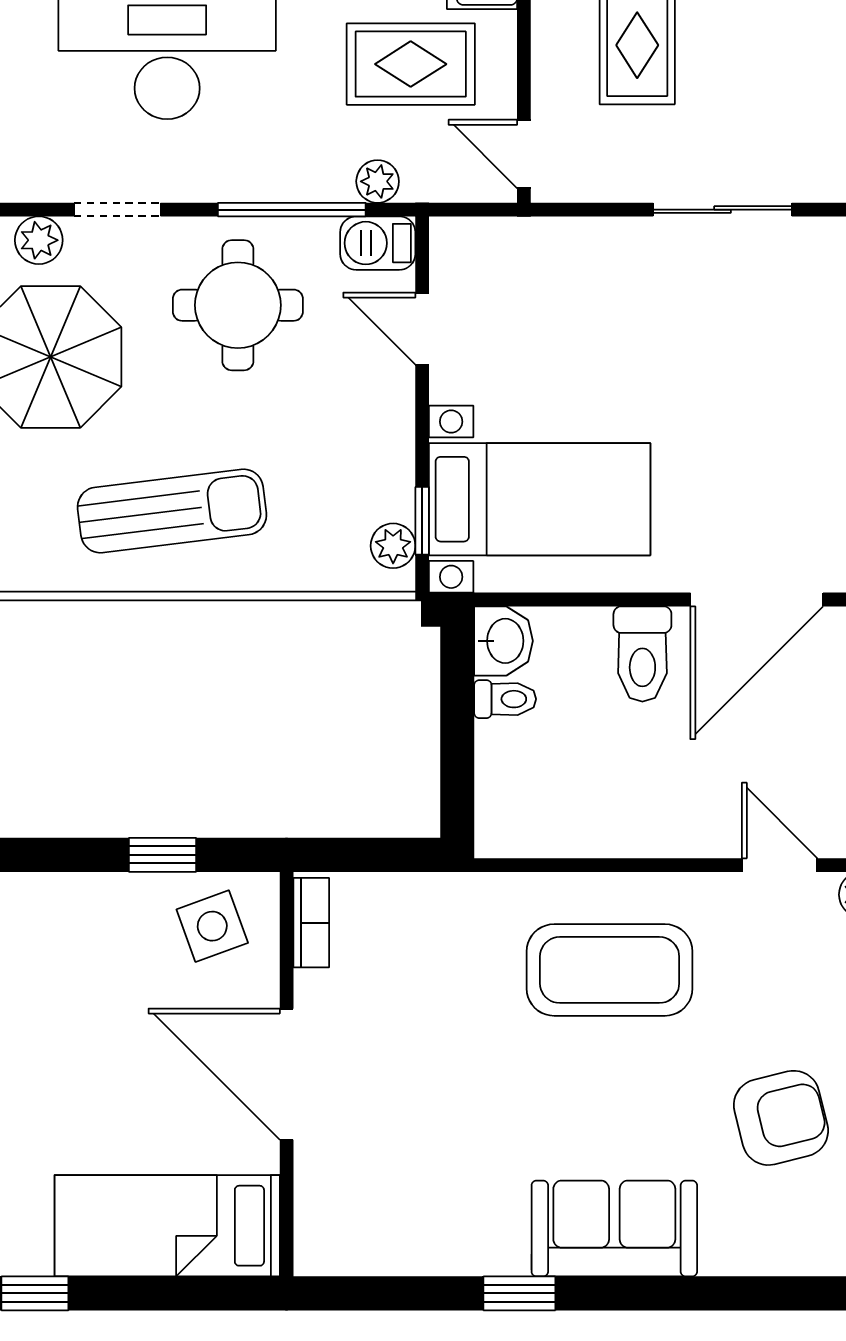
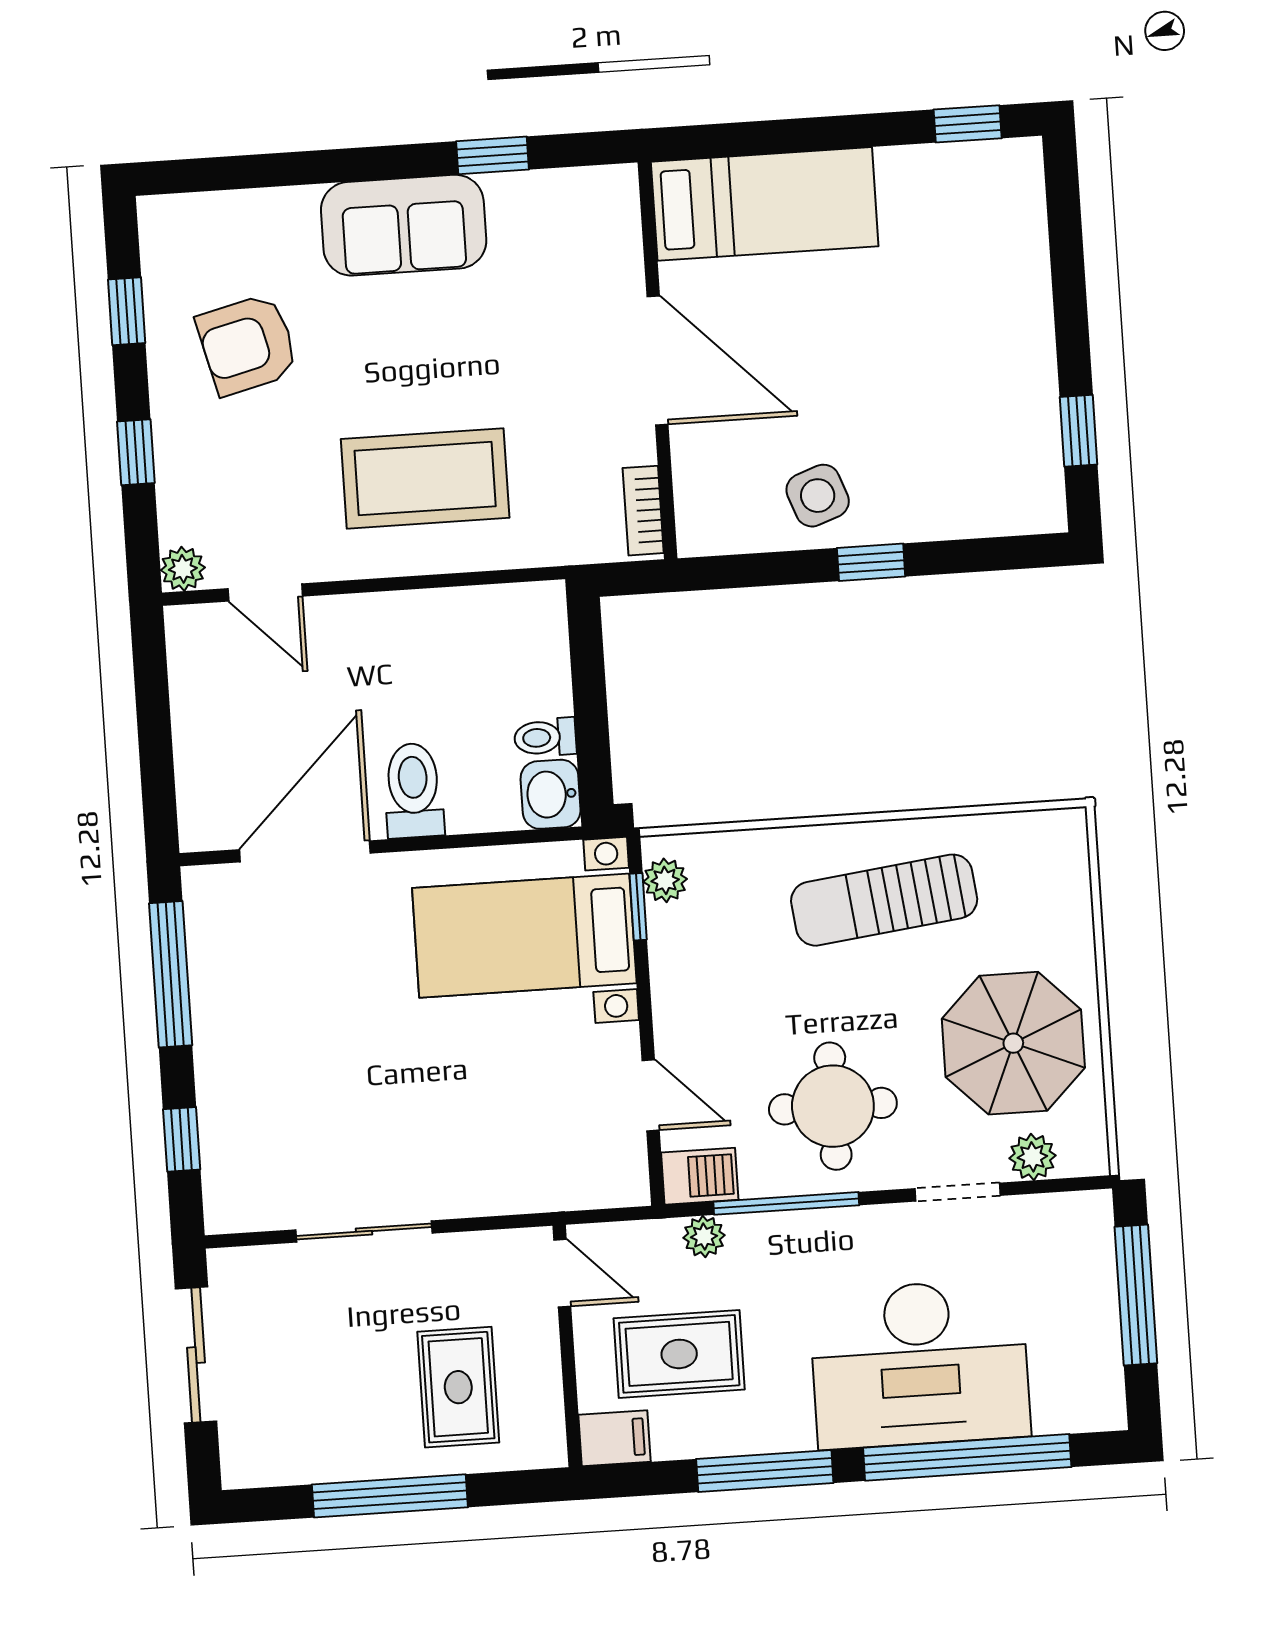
bookcase: (311, 923) -> (643, 511), moved
door: (287, 1074) -> (657, 360), moved
wall: (287, 1074) -> (657, 360), moved
bed: (167, 1226) -> (765, 204), moved

